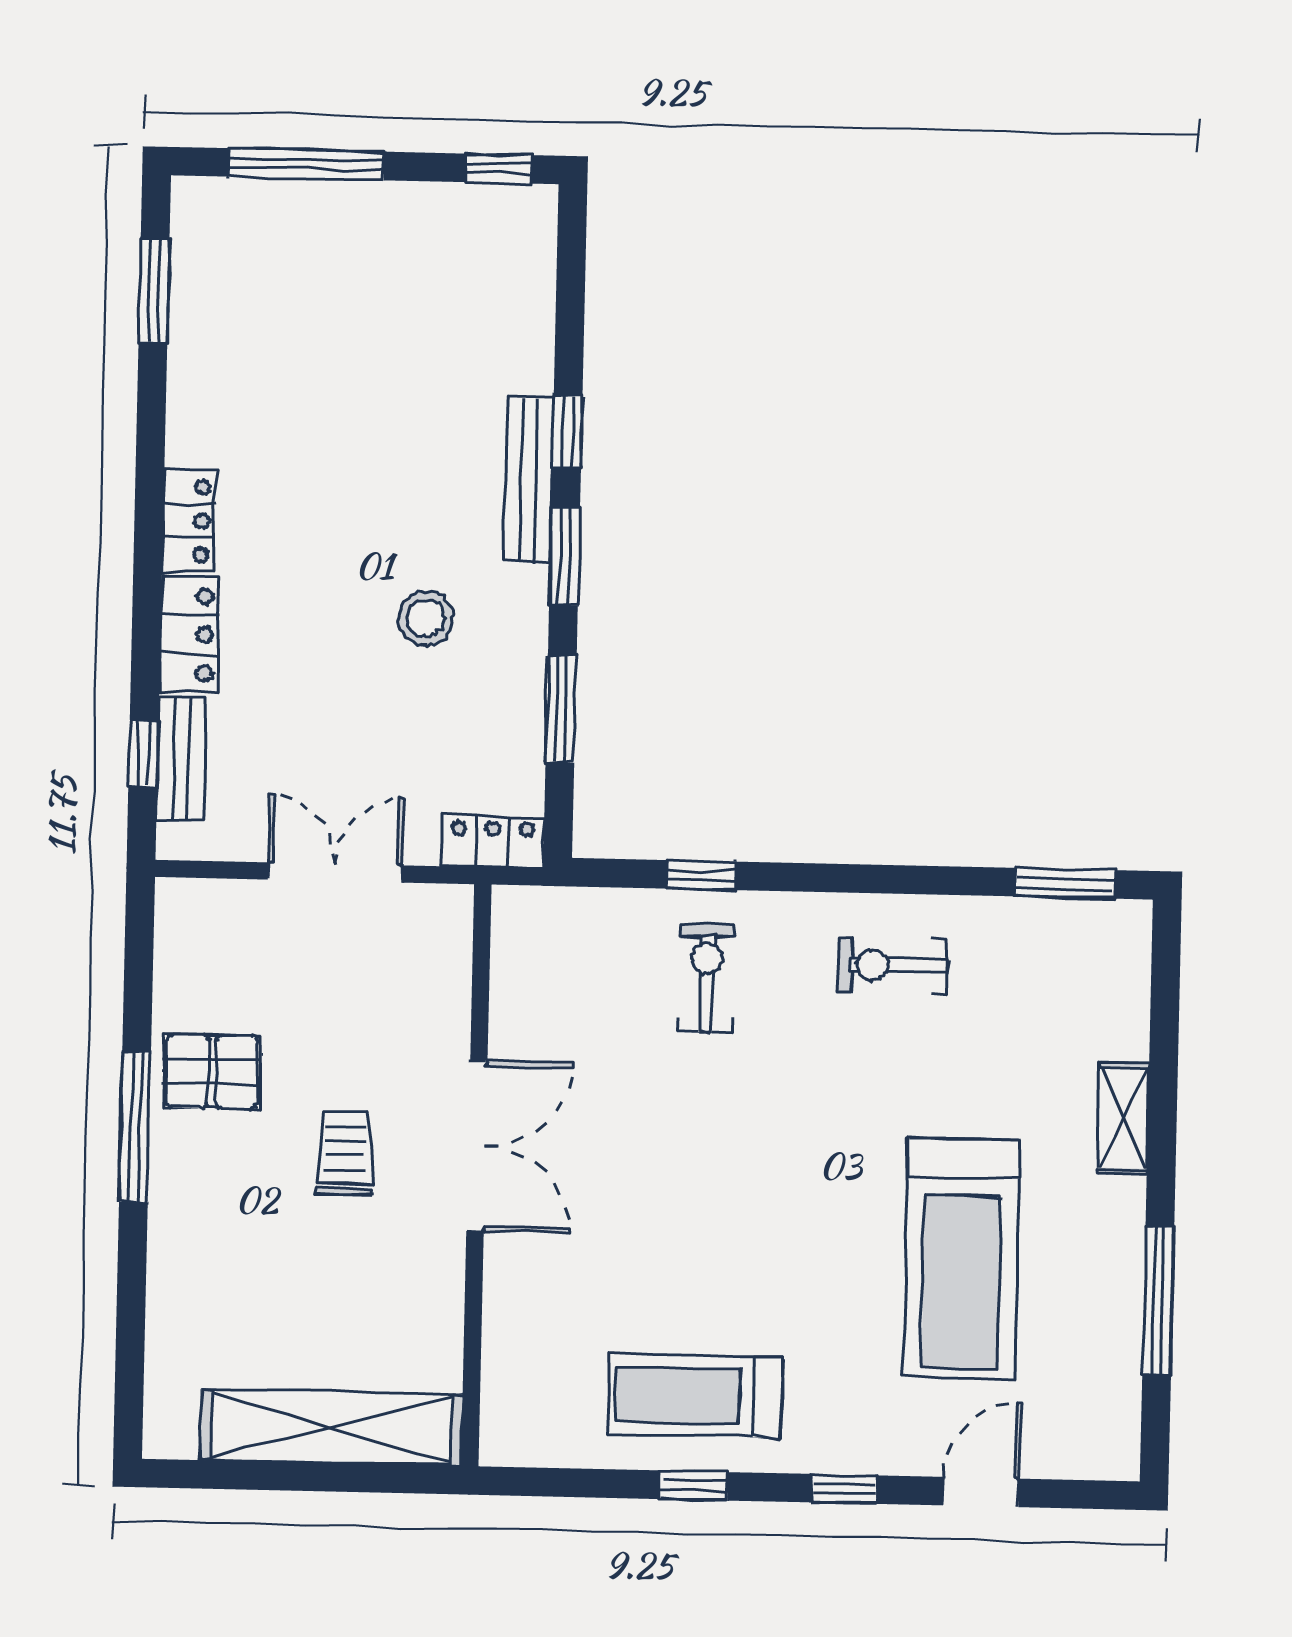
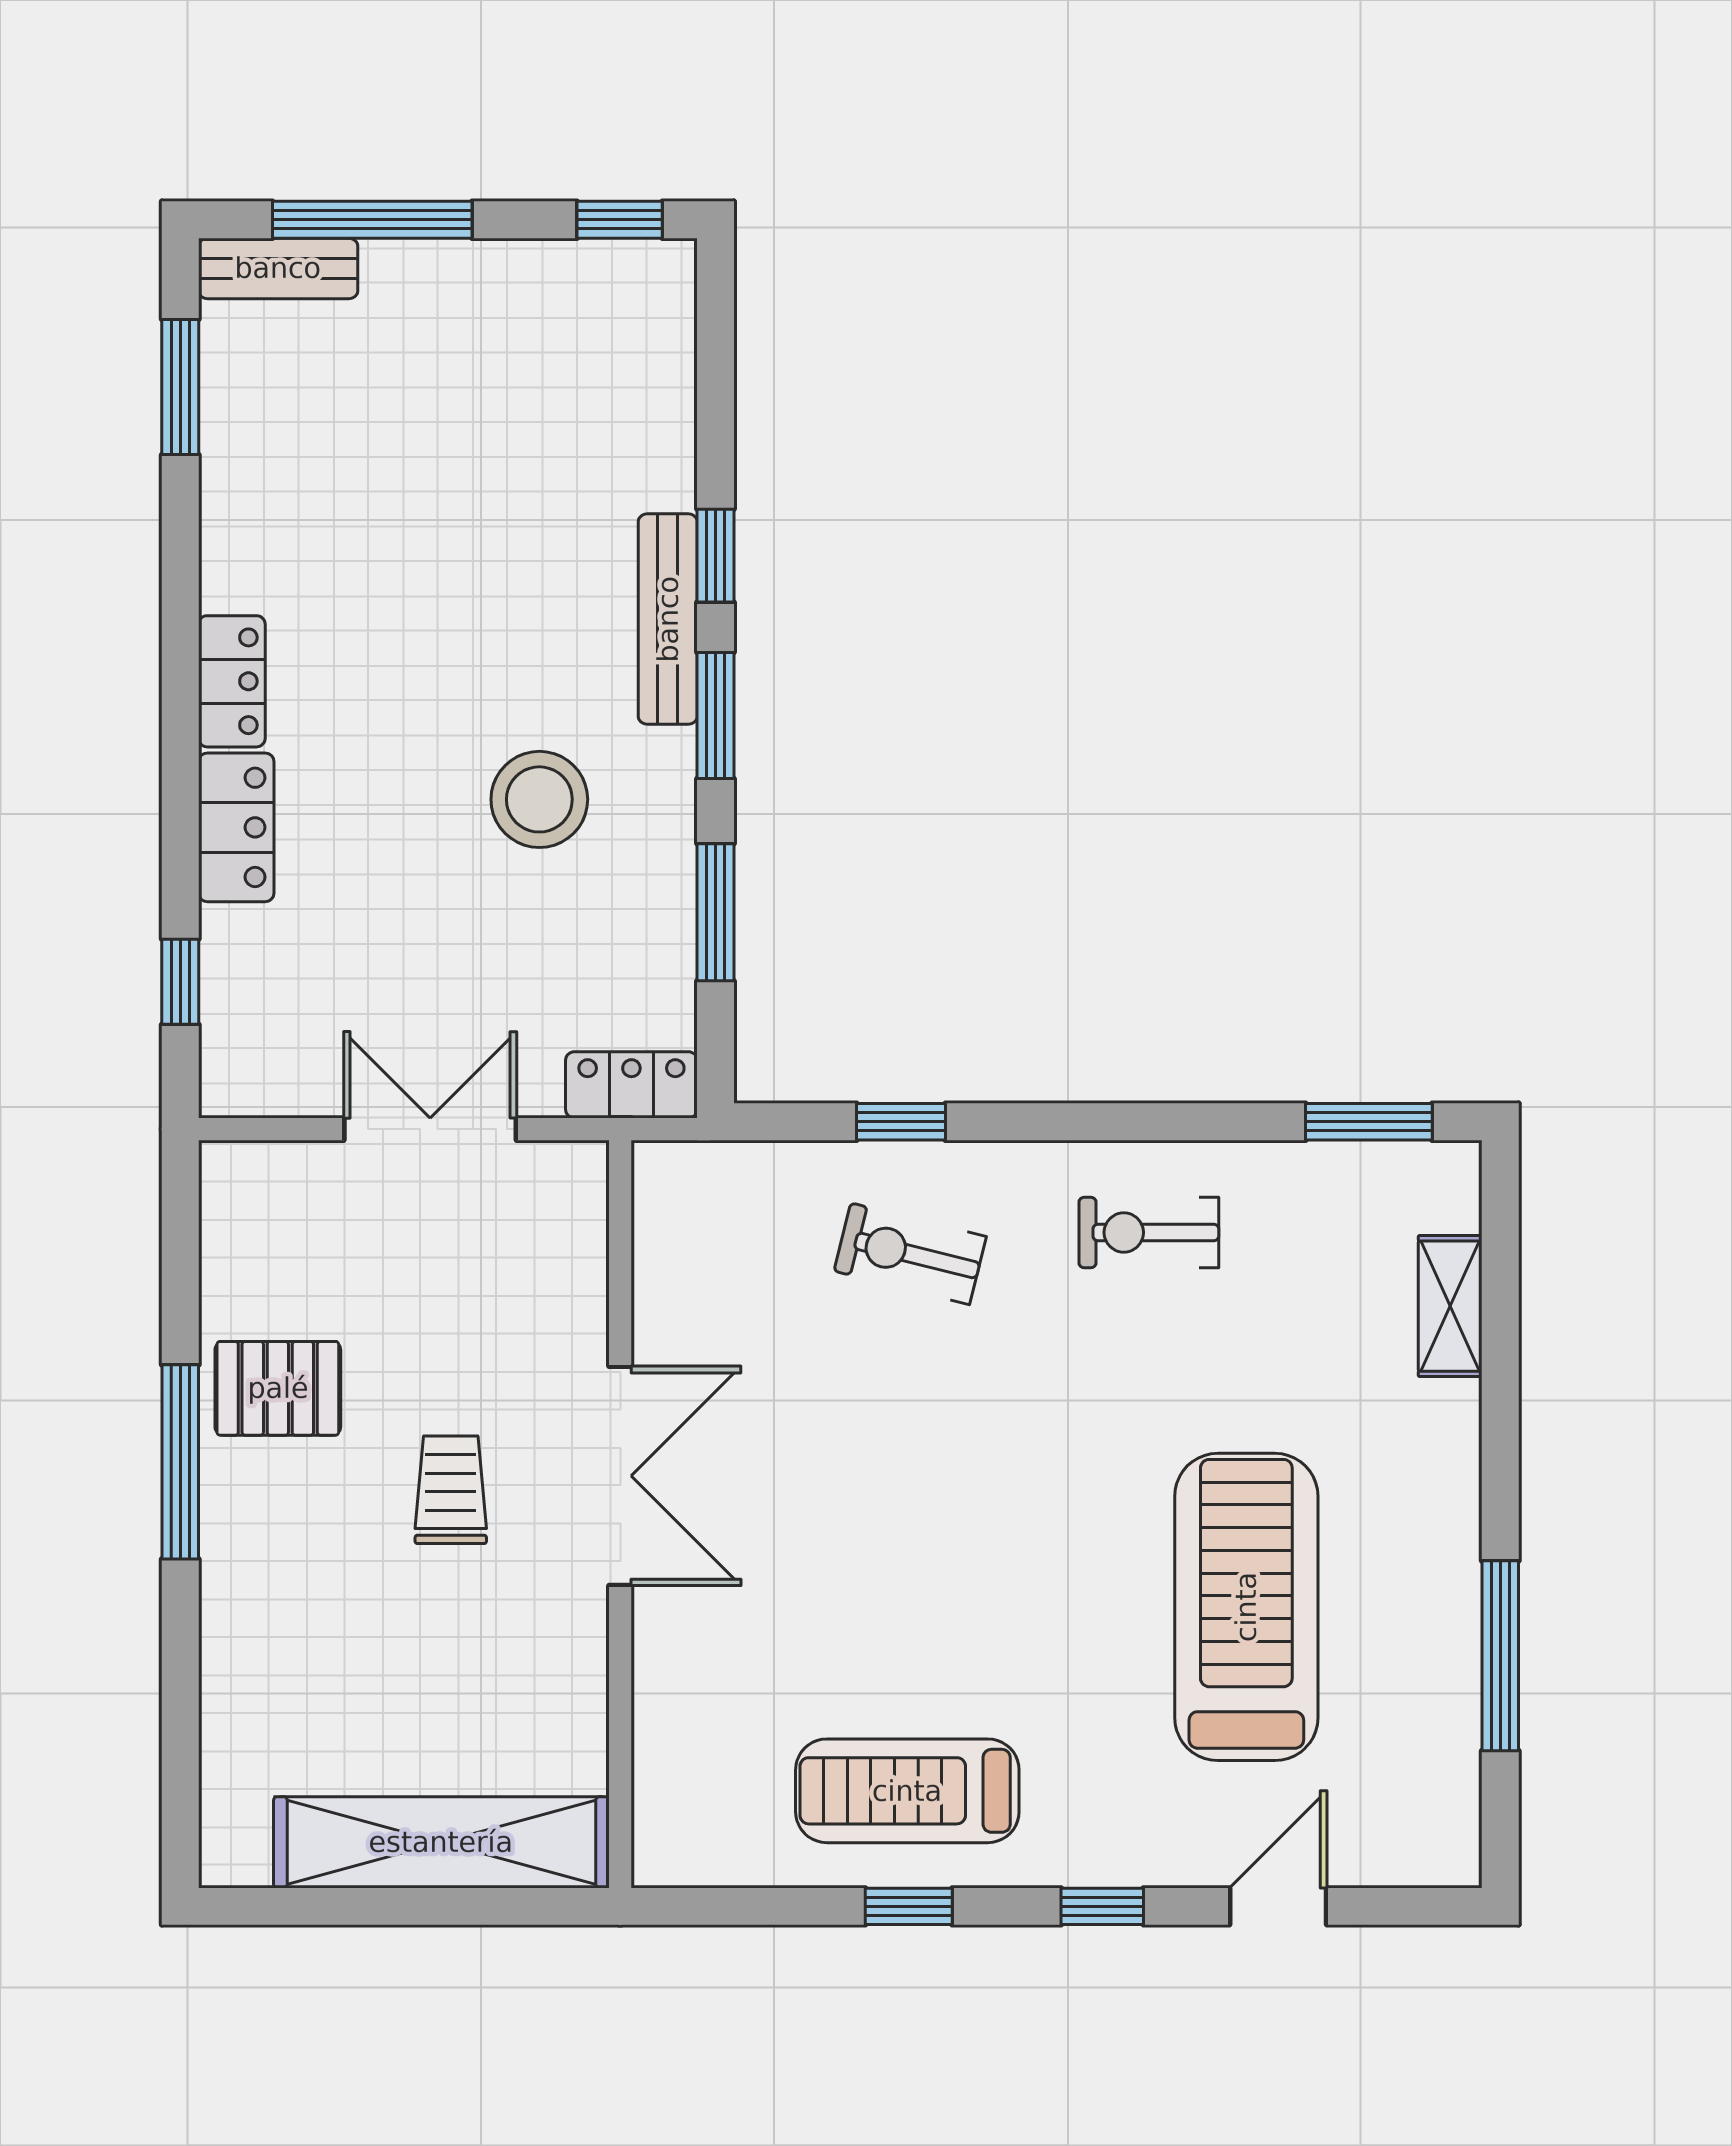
stool: (426, 618) -> (539, 799), width x1.38, depth x1.38
bench: (181, 759) -> (278, 268), moved, turned 90
exercise bike: (706, 978) -> (910, 1254), turned -76
shelving: (1123, 1118) -> (1450, 1306), moved
treadmill: (962, 1259) -> (1246, 1607), turned 180

